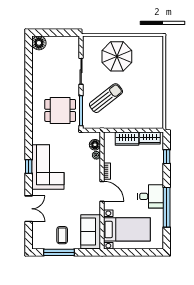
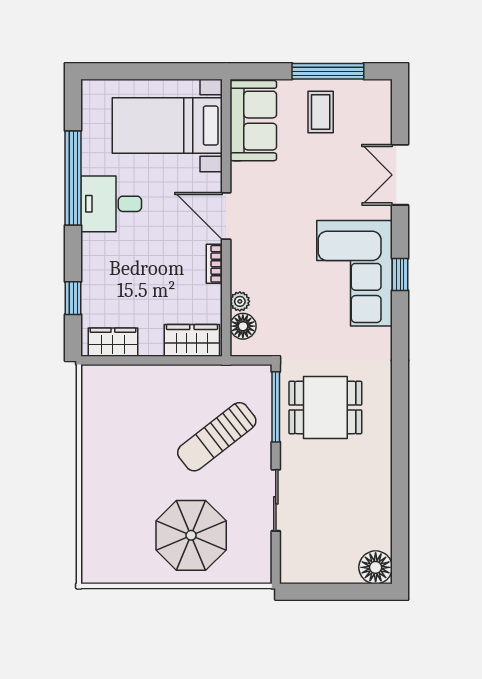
wardrobe: (127, 139) -> (192, 340), moved

